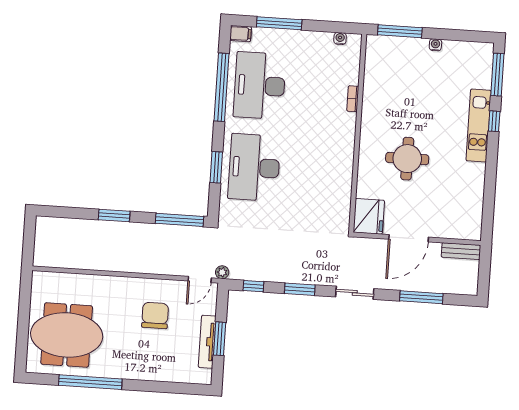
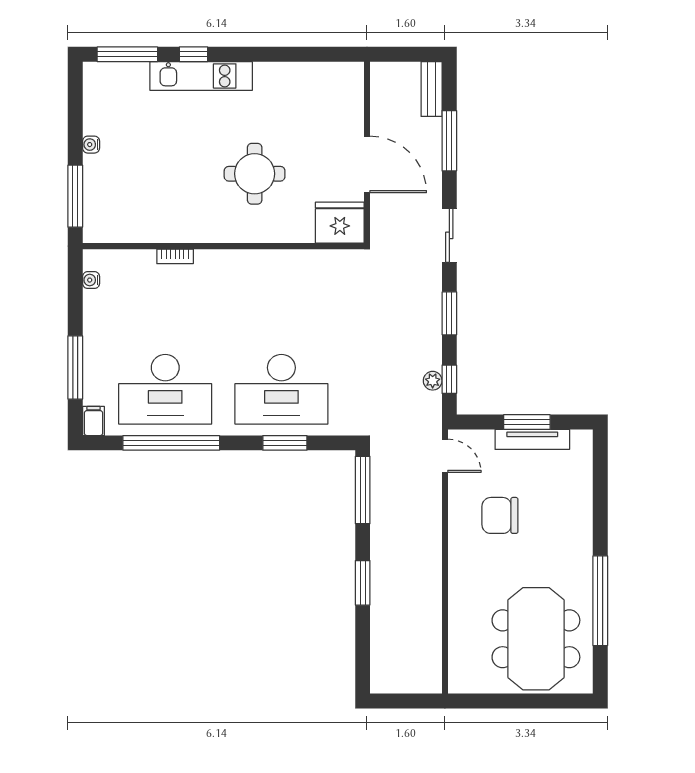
bench: (461, 251) -> (432, 89), moved
plant: (222, 272) -> (433, 381), moved

